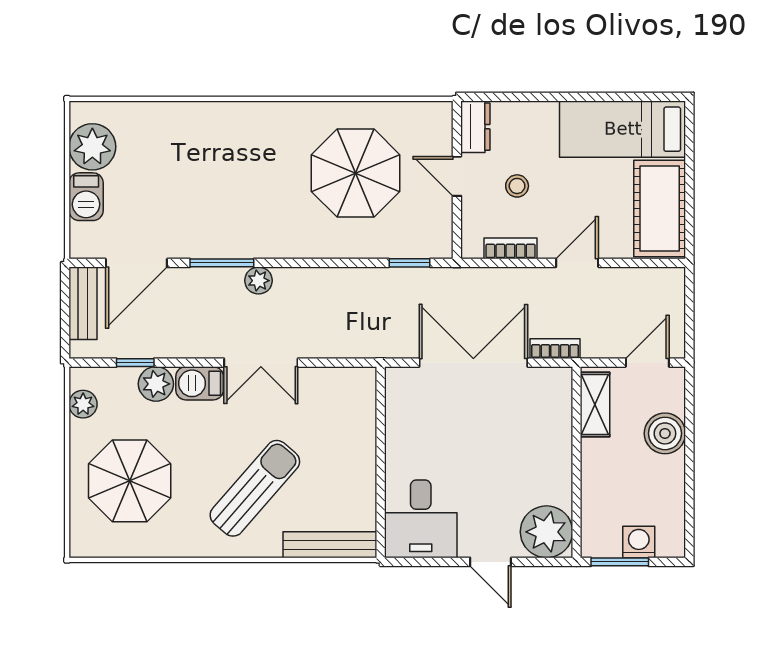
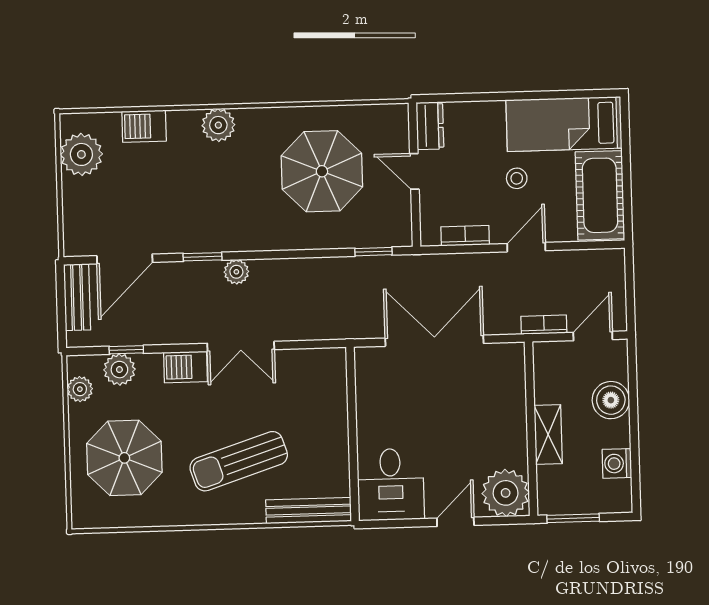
plant: (243, 119) -> (218, 125), added
stool: (517, 186) -> (517, 178), moved
barbecue: (86, 197) -> (144, 126), moved, turned 90
window: (222, 263) -> (203, 257), width x0.67
bookcase: (555, 349) -> (544, 325), moved
plant: (156, 384) -> (119, 370), moved
shelving: (595, 405) -> (548, 434), moved
sun lounger: (255, 488) -> (239, 461), turned -149
washing machine: (639, 542) -> (617, 463), moved, turned -90
door: (491, 562) -> (455, 522), swing flipped

